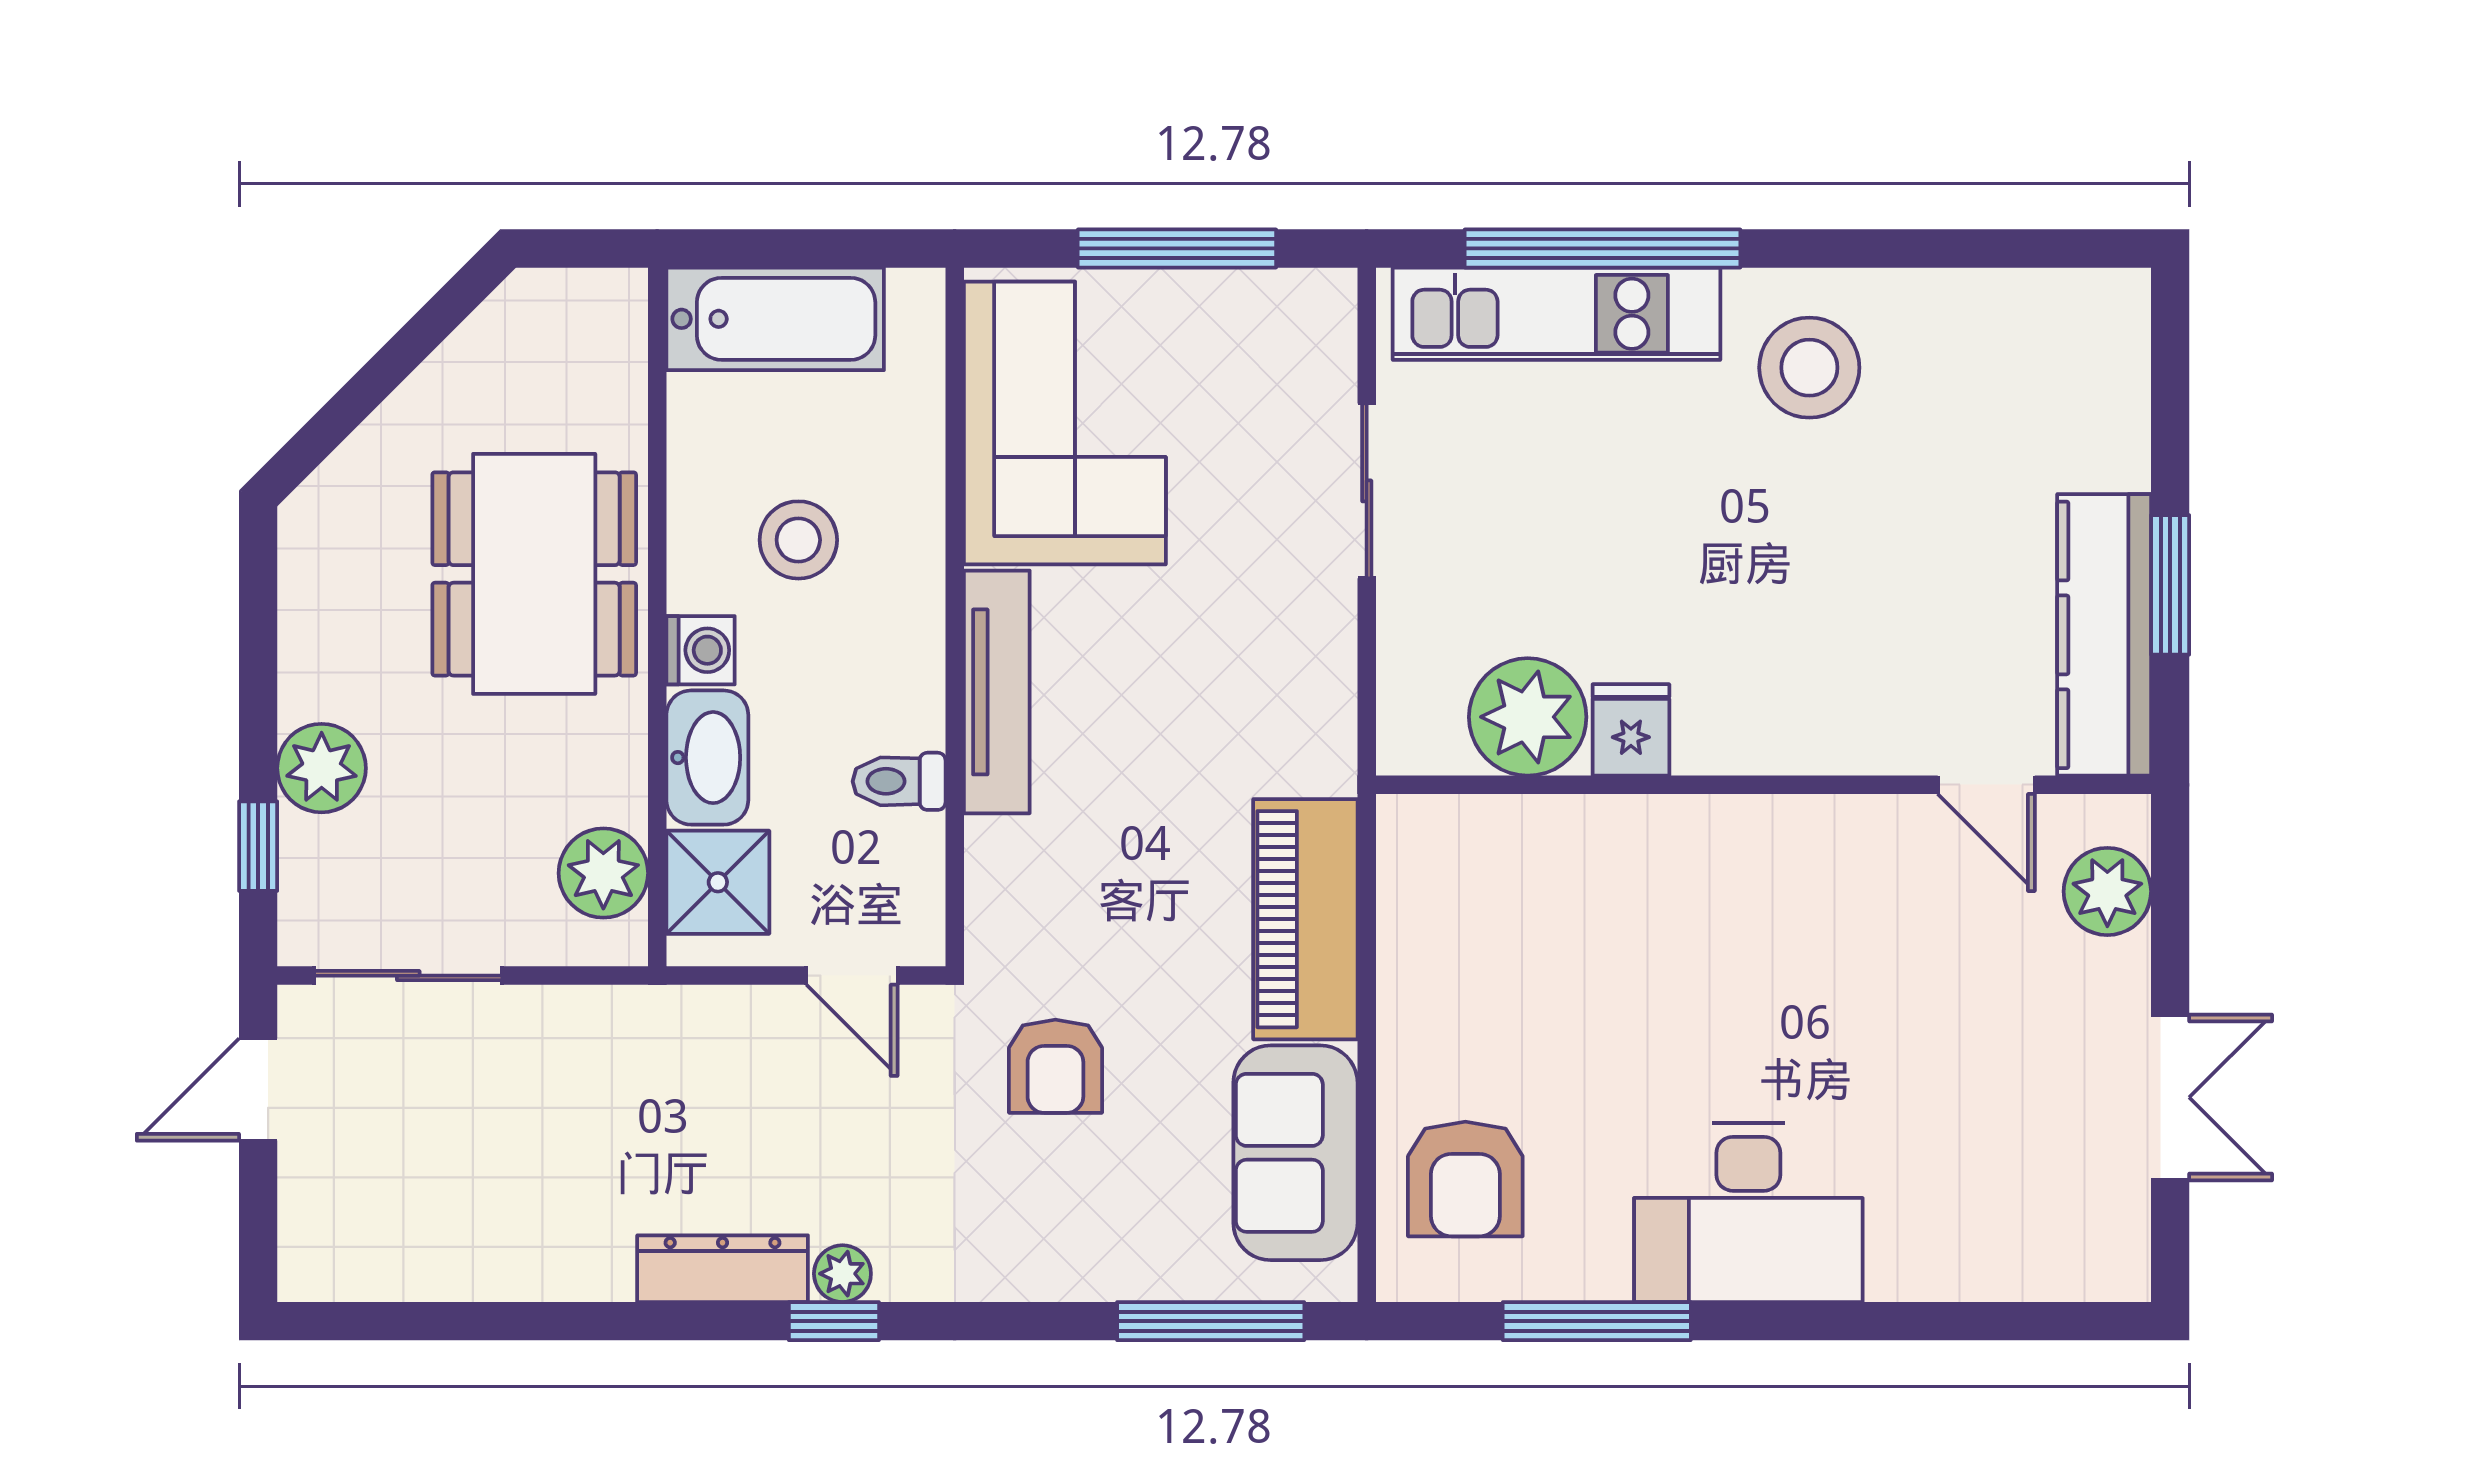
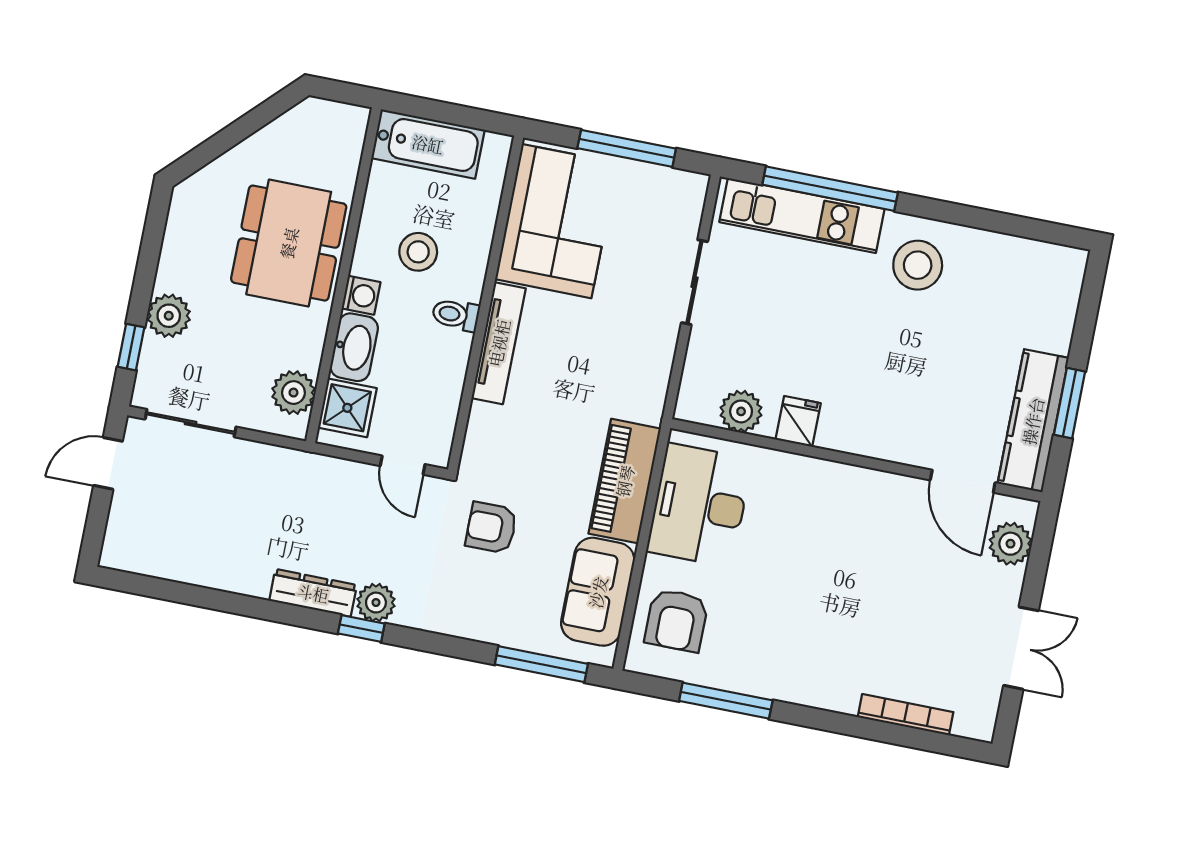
plant: (1528, 717) -> (741, 411), width x0.73, depth x0.73
toilet: (899, 781) -> (456, 315), moved
door: (1986, 785) -> (963, 481), width x1.37
armchair: (1055, 1066) -> (491, 528), turned 90
desk: (1748, 1212) -> (699, 505), moved, turned 90
plant: (842, 1274) -> (376, 603), width x1.38, depth x1.38
bookcase: (1964, 1278) -> (906, 715), added

